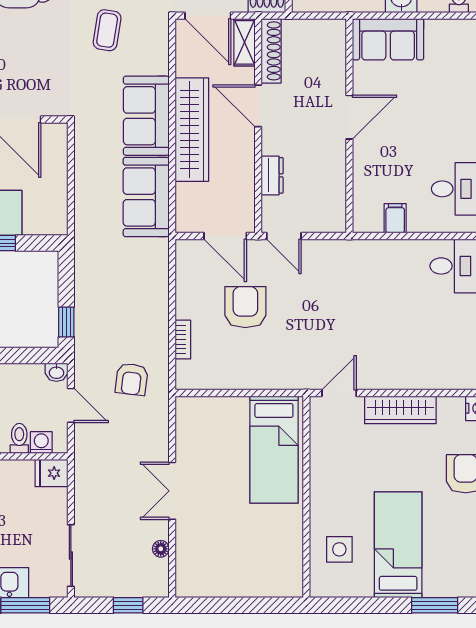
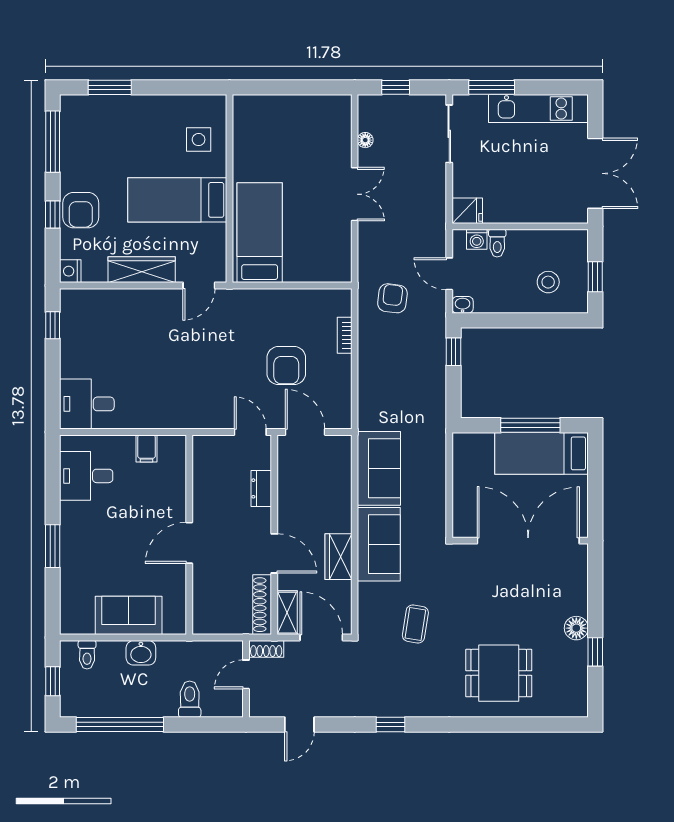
sofa: (388, 39) -> (129, 615), moved
wardrobe: (192, 130) -> (338, 557), width x0.48, depth x0.85
bed: (398, 545) -> (177, 200), moved, turned 90

